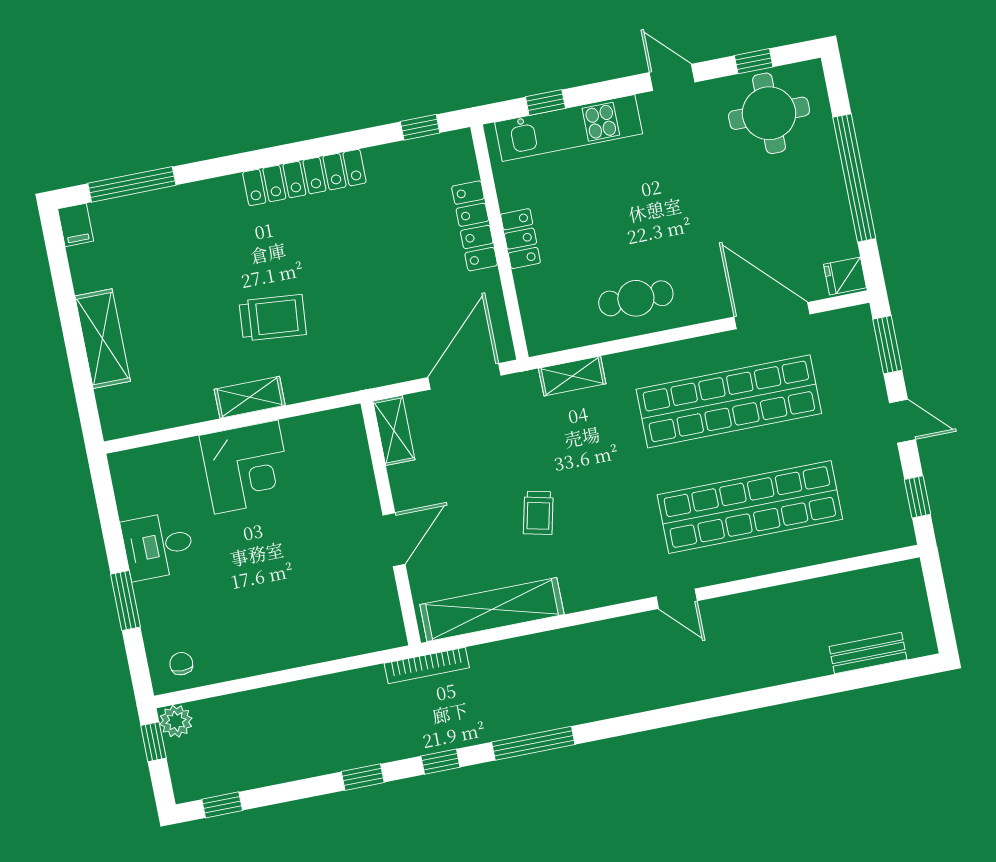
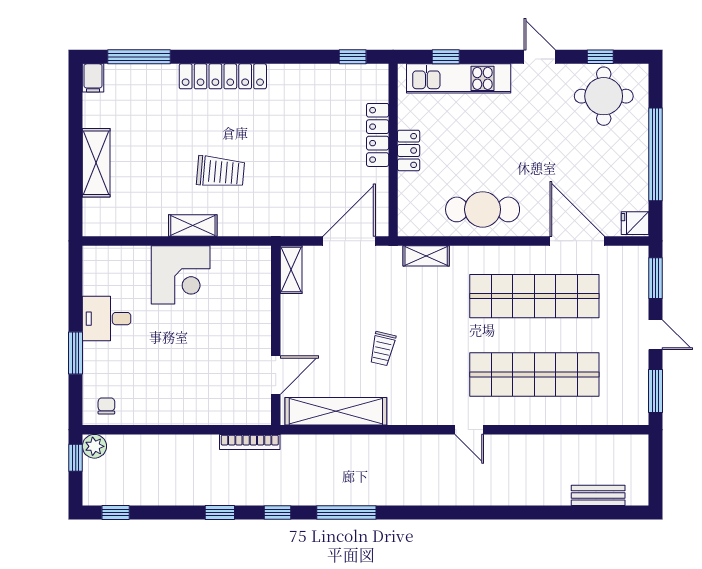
locker: (304, 178) -> (223, 76), moved
cafe table: (636, 298) -> (483, 209), width x1.37, depth x1.35
window: (917, 497) -> (655, 391), width x1.50
door: (394, 540) -> (276, 375), moved
bookcase: (427, 665) -> (250, 442), moved

